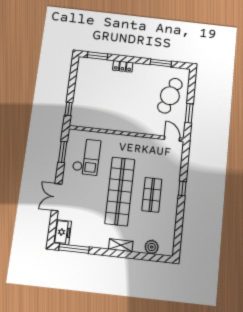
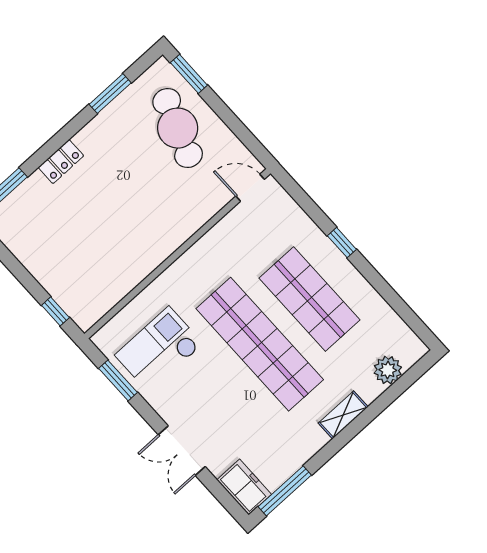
window: (189, 113) -> (189, 74), moved
checkout: (87, 157) -> (159, 349), turned -90
shop shelf: (152, 195) -> (309, 299), width x1.43, depth x1.36

